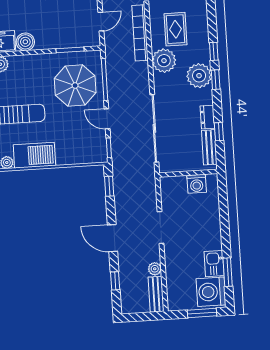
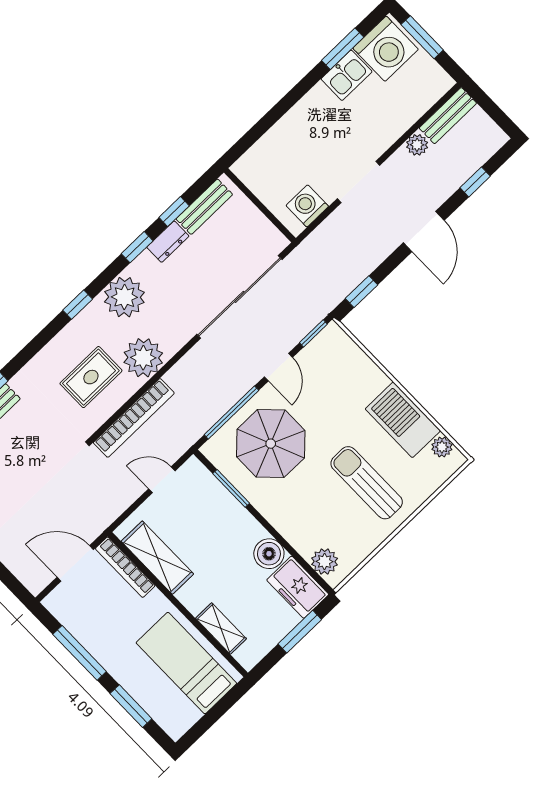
window: (216, 80) -> (137, 247), moved
washing machine: (197, 184) -> (307, 206), moved, turned -90

